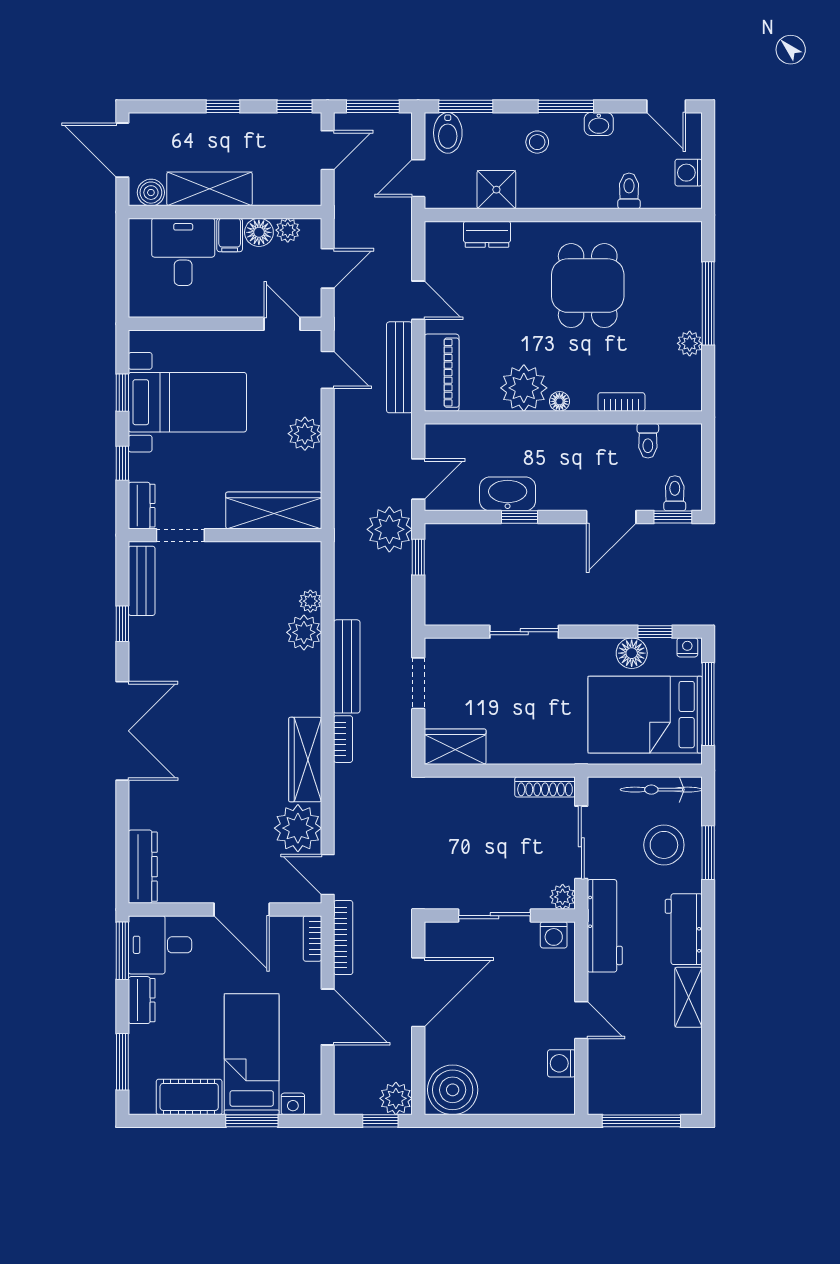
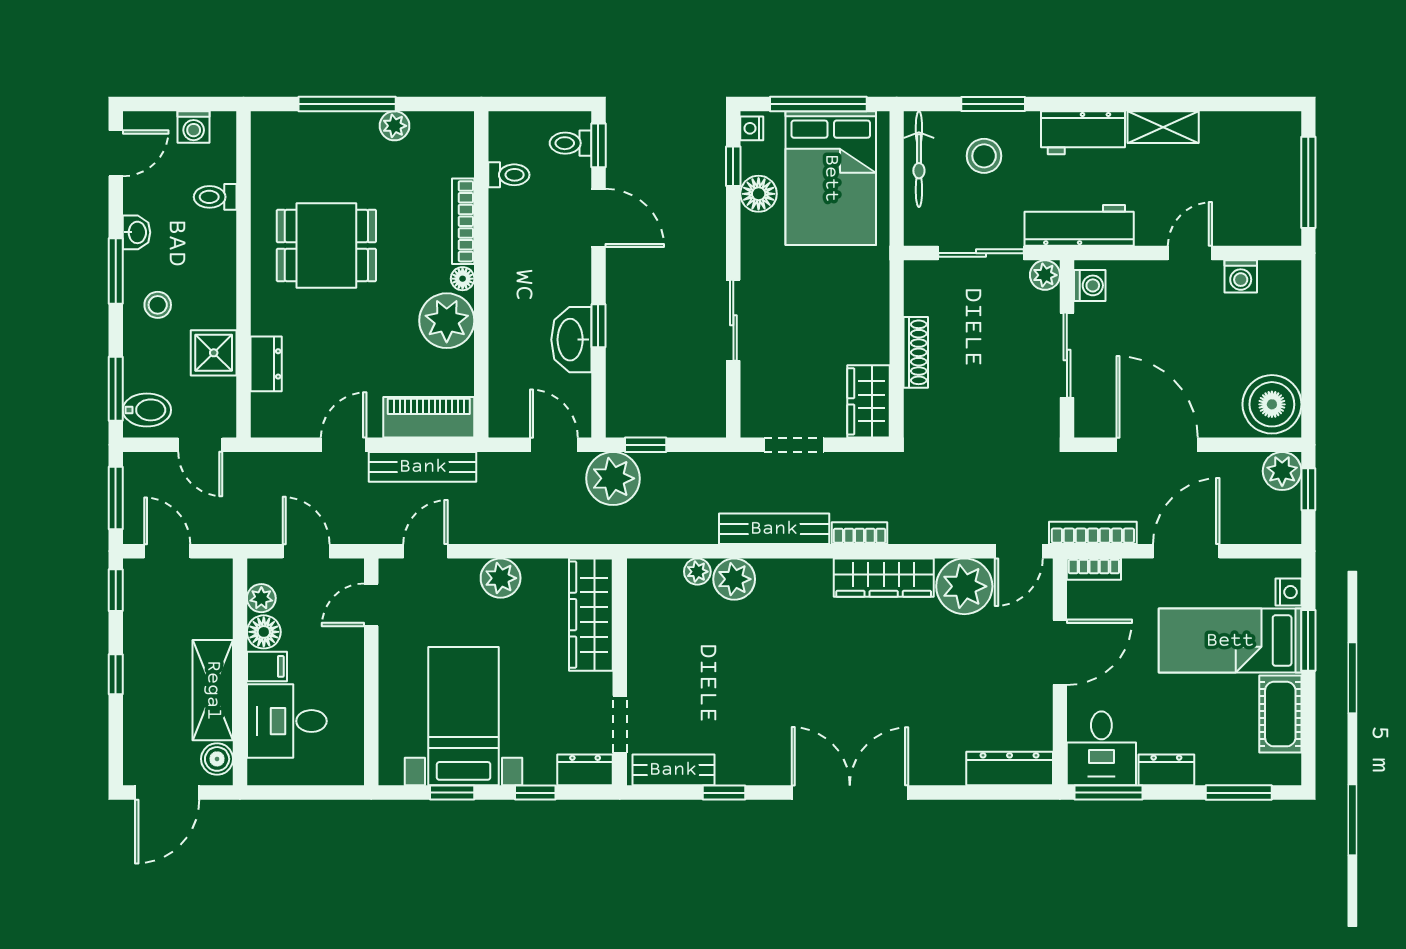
bookcase: (621, 402) -> (463, 221), width x1.56
shoe rack: (545, 787) -> (916, 352), moved
stool: (664, 845) -> (984, 156), width x0.73, depth x0.73

